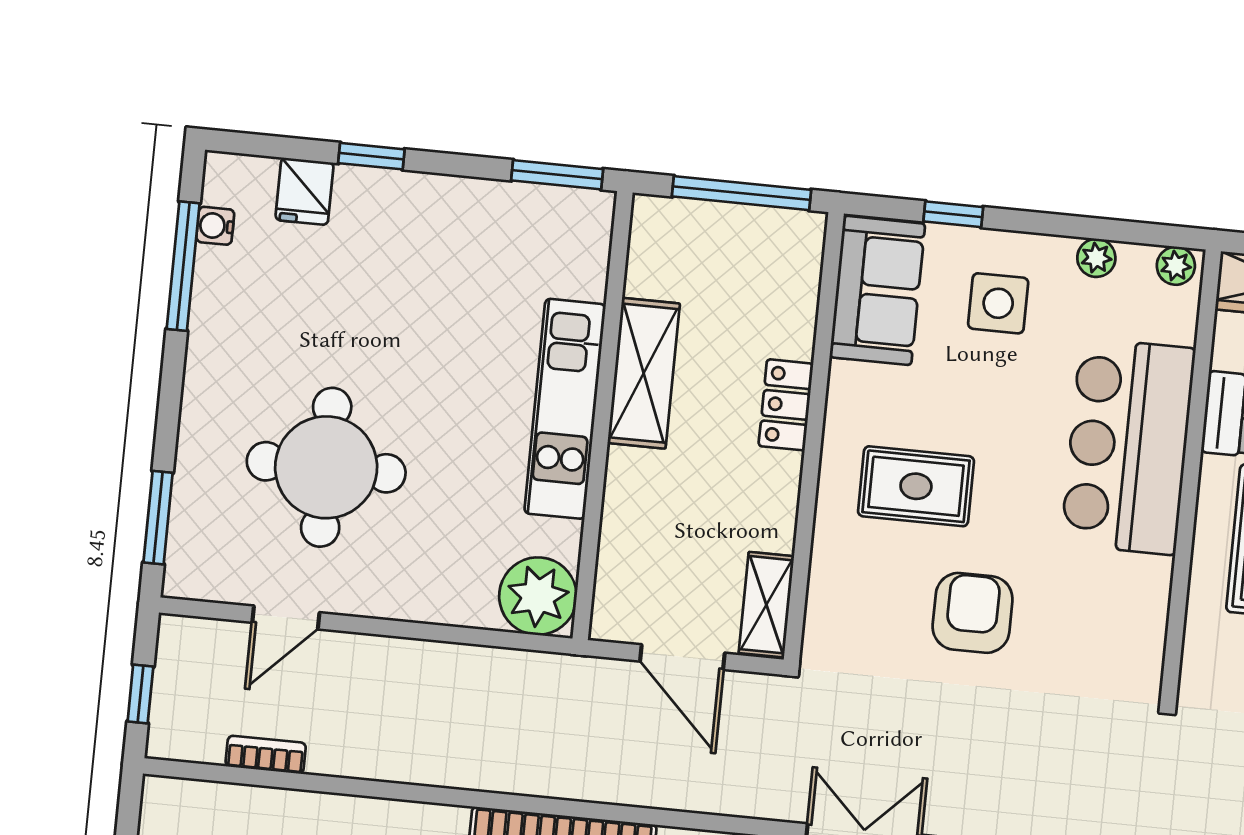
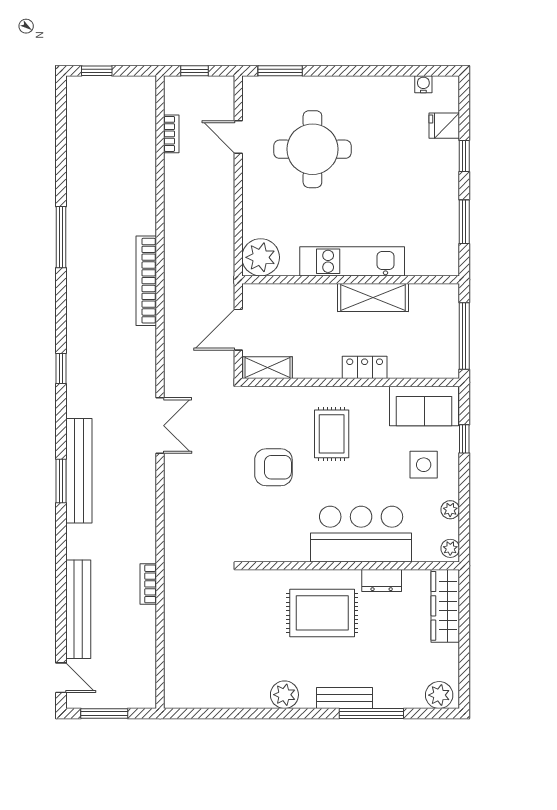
window: (557, 175) -> (464, 222), moved
window: (183, 266) -> (402, 71), removed

